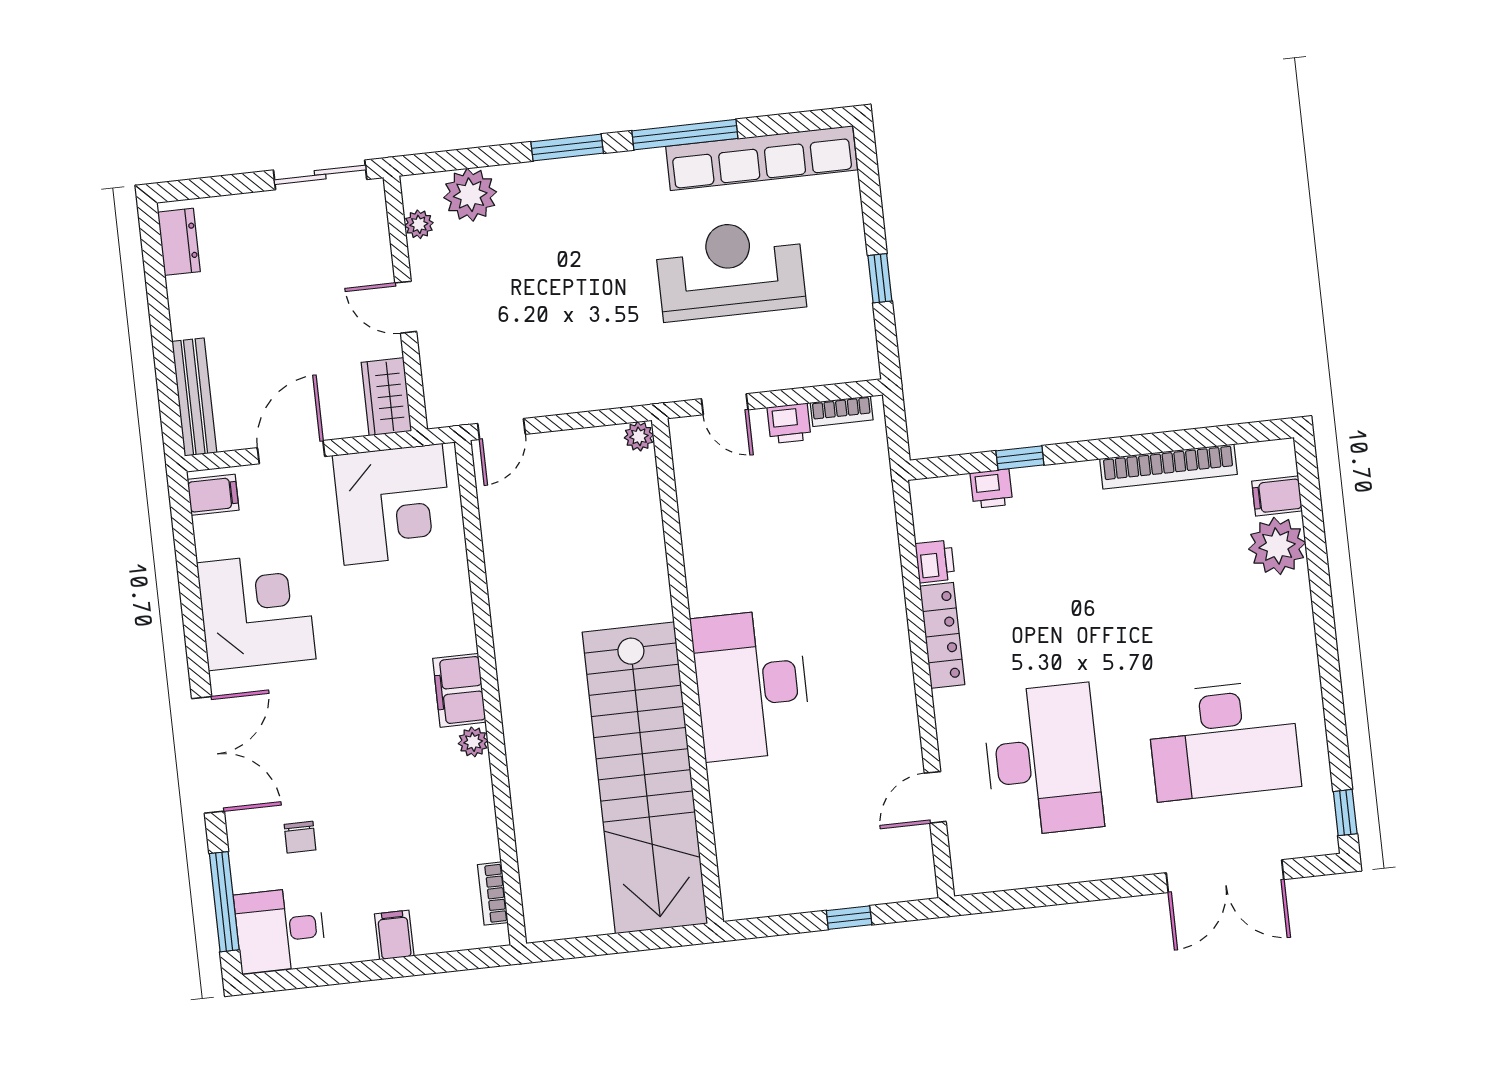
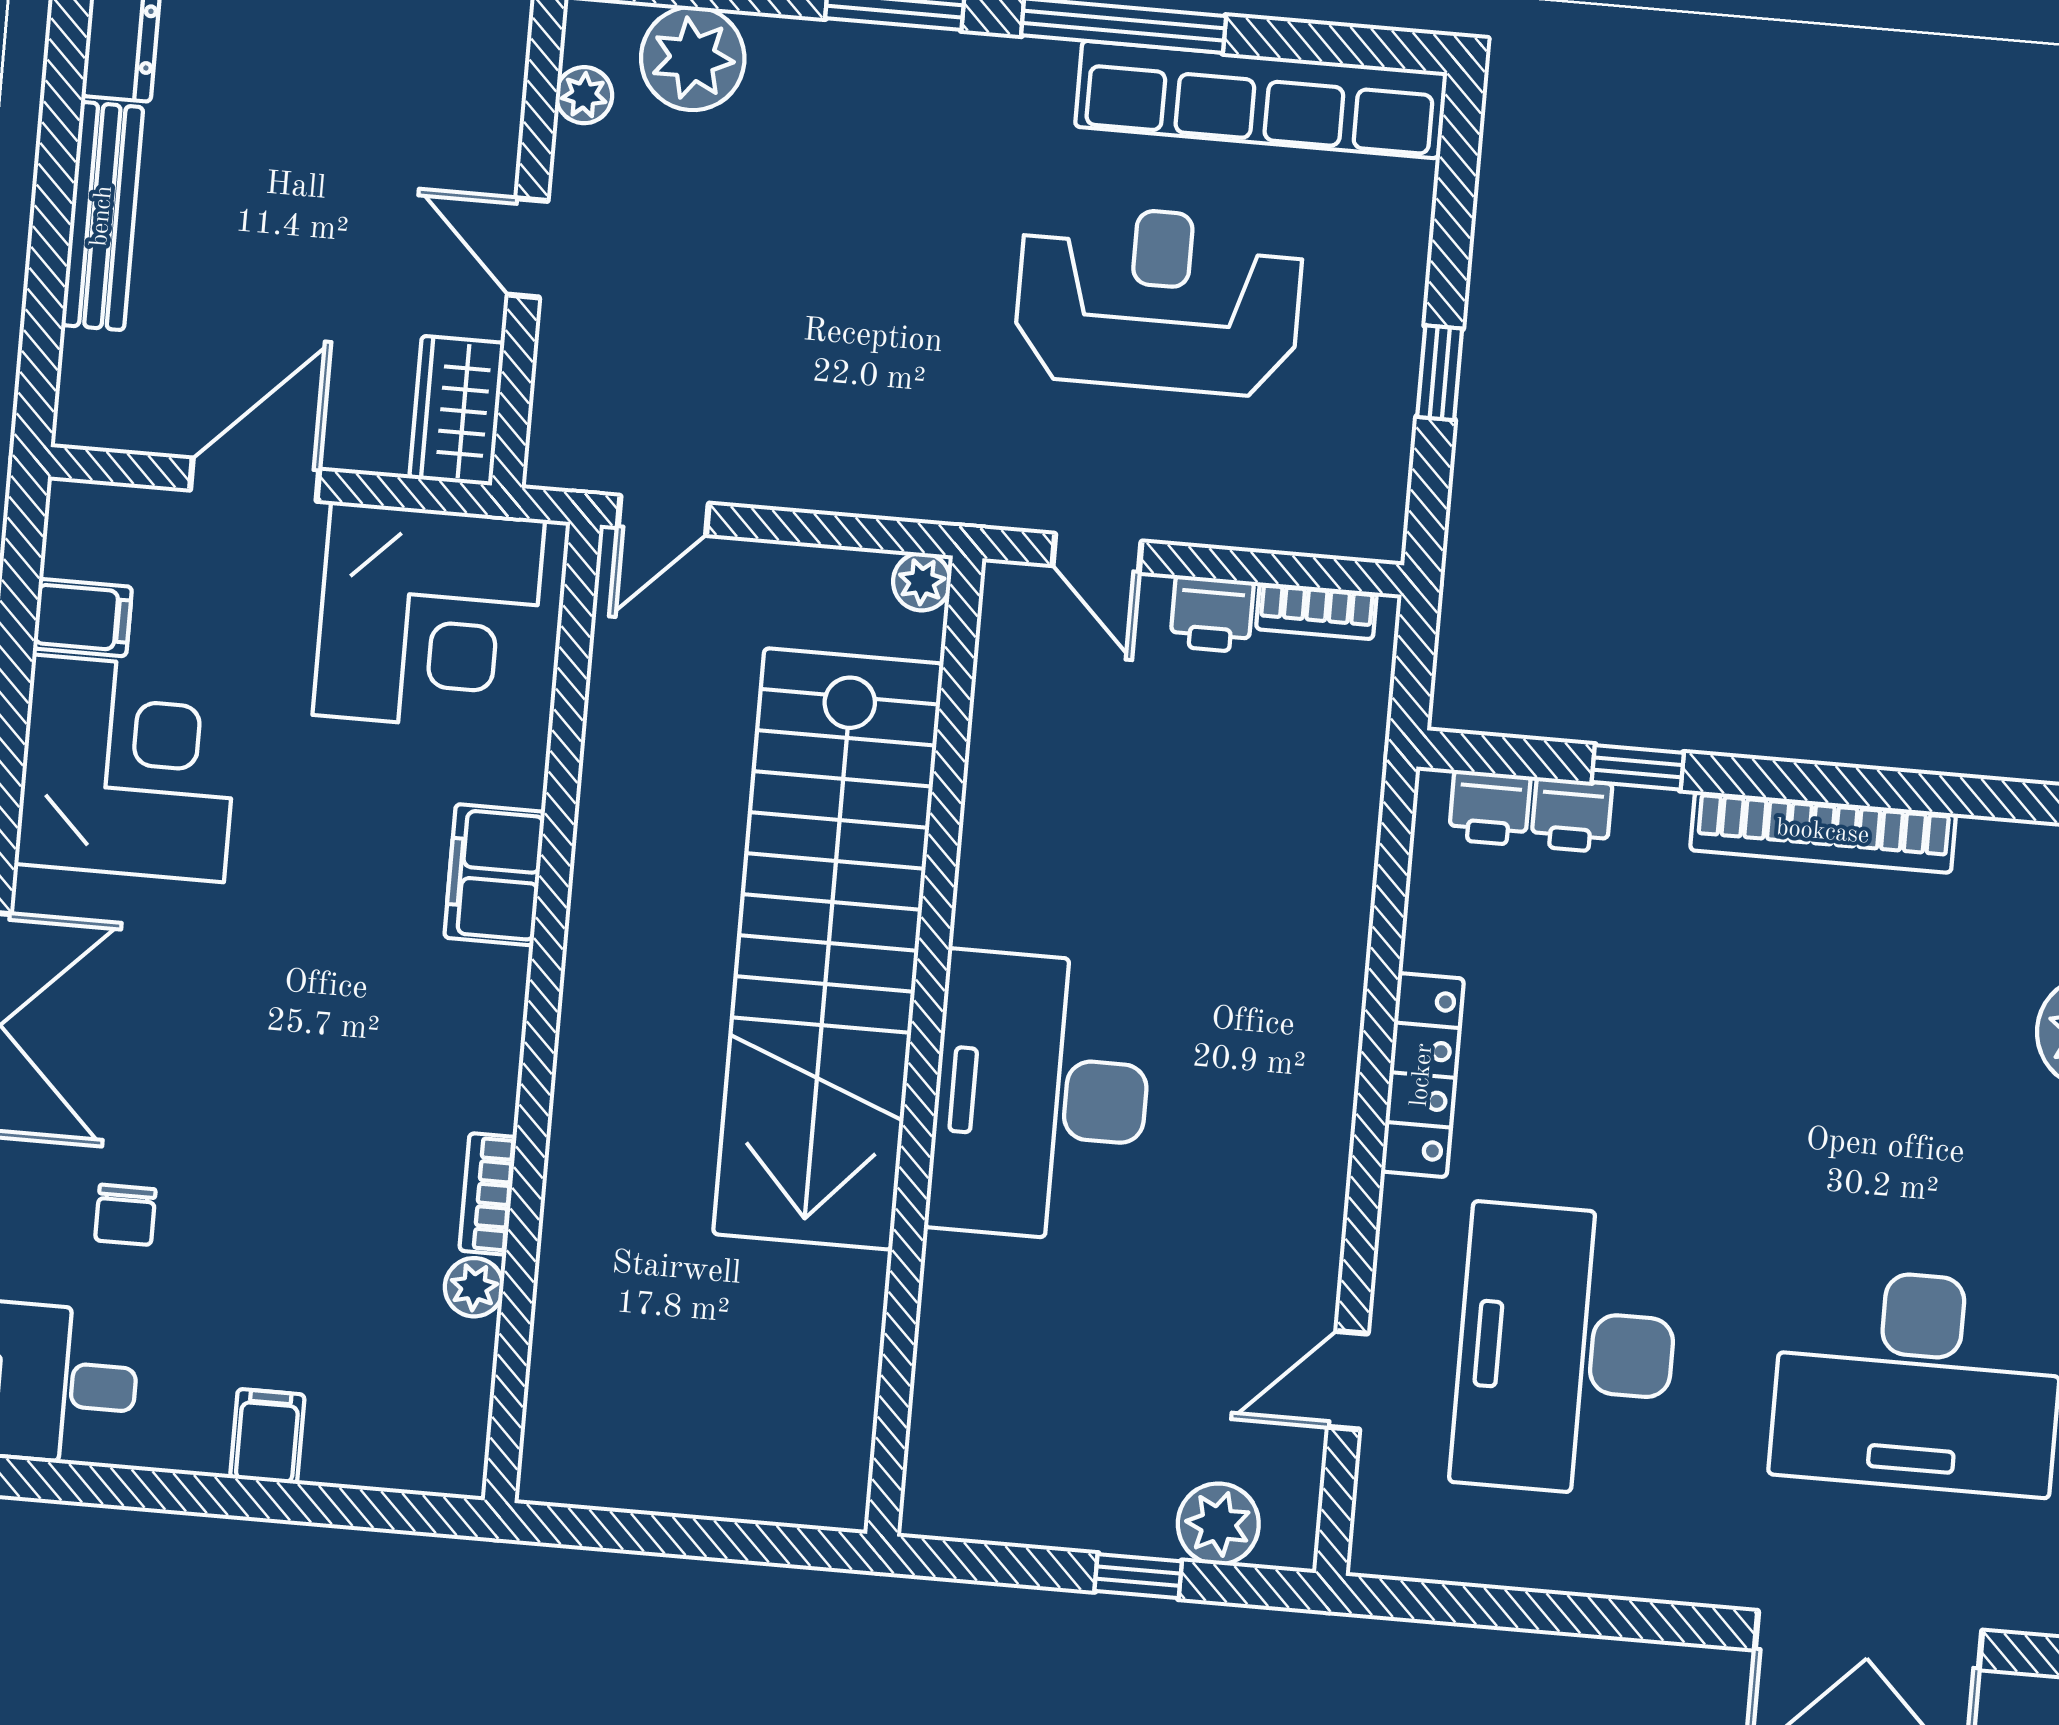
bench: (194, 397) -> (102, 216), moved
bookcase: (1168, 467) -> (1823, 832), moved
filing cabinet: (213, 495) -> (83, 618), moved
printer: (935, 561) -> (1490, 808), moved, turned 90
filing cabinet: (459, 690) -> (495, 875), moved
plant: (473, 742) -> (474, 1287), moved
desk: (1043, 760) -> (1566, 1350), turned 180
stairs: (645, 778) -> (828, 949), moved
plant: (884, 883) -> (1218, 1524), added
bookcase: (493, 894) -> (488, 1194), moved

